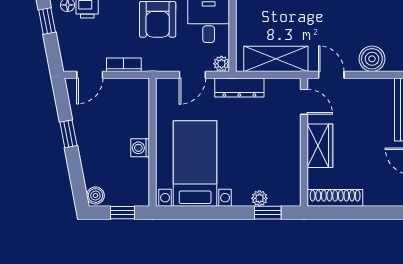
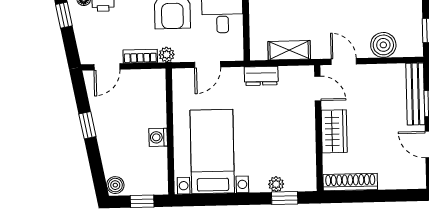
shelving: (276, 59) -> (289, 50), width x0.67, depth x0.75
plant: (221, 64) -> (167, 55), moved
dresser: (239, 88) -> (261, 76), width x0.70

